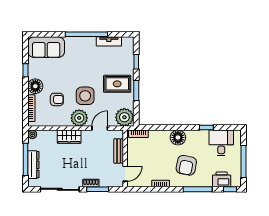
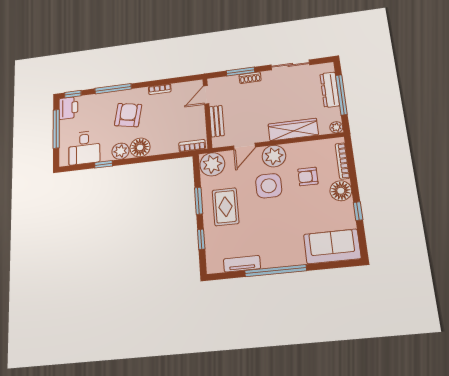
rug: (117, 84) -> (226, 207), turned 90
plant: (193, 136) -> (121, 151), added
wardrobe: (69, 137) -> (293, 130), width x1.50
printer: (222, 179) -> (68, 108), moved, turned -90
sliding door: (60, 189) -> (290, 65), width x0.73

